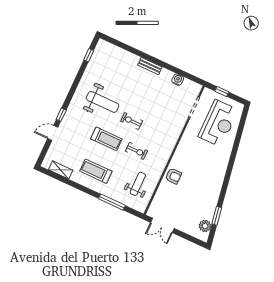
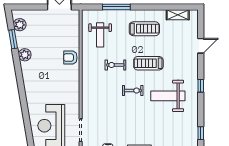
window: (61, 115) -> (201, 86), moved
plant: (213, 197) -> (25, 55), added

